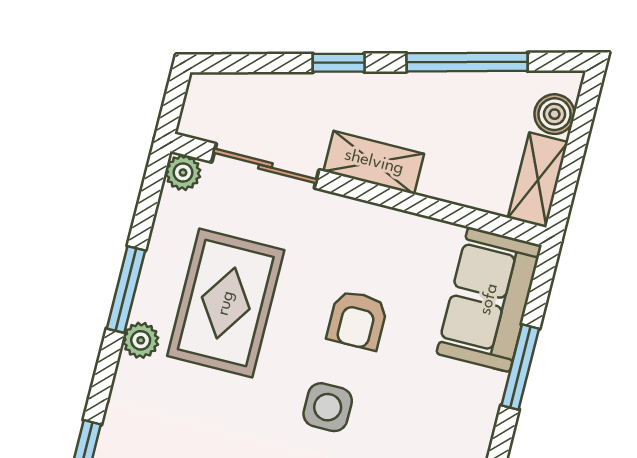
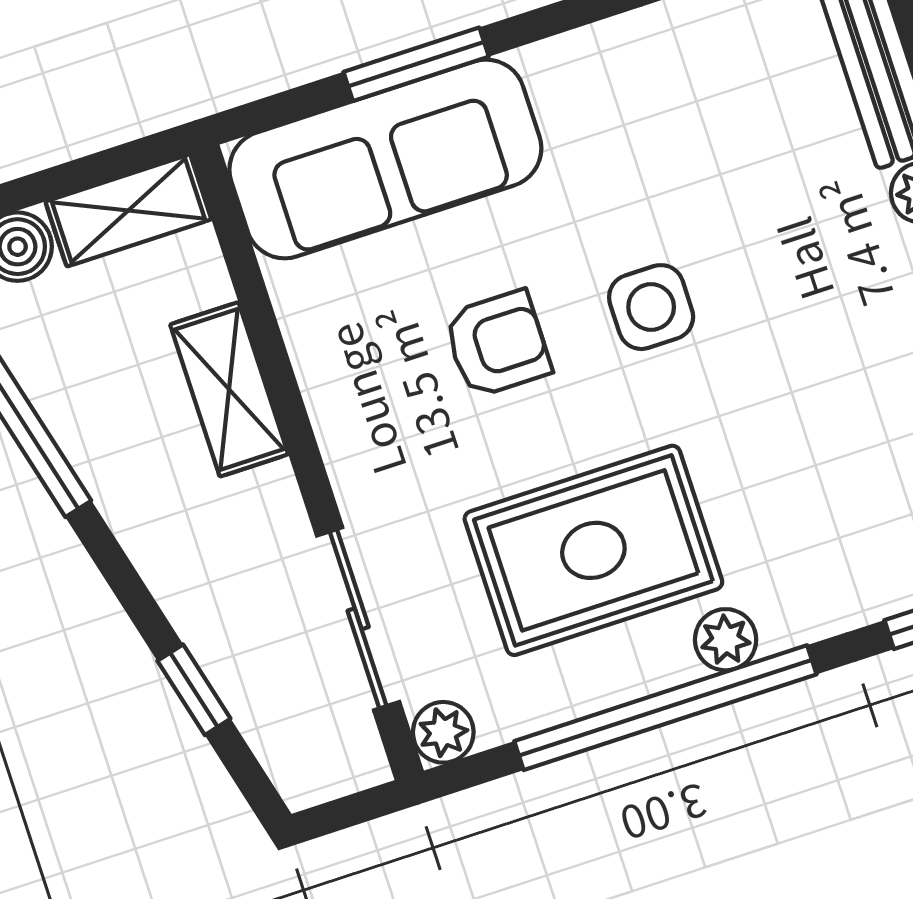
window: (339, 63) -> (194, 690), moved
shelving: (374, 162) -> (229, 389), moved
window: (126, 290) -> (665, 708), width x2.11
sofa: (489, 299) -> (385, 159), width x1.36

